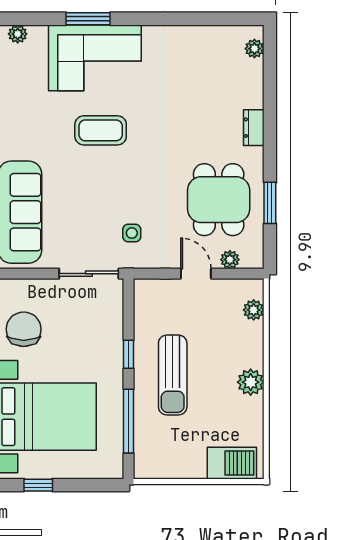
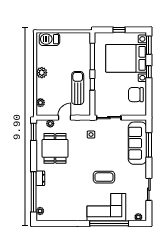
window: (88, 19) -> (109, 223), width x2.11
window: (270, 95) -> (34, 192), added
window: (270, 203) -> (34, 132), moved
door: (196, 274) -> (64, 118), swing flipped
chair: (24, 329) -> (136, 95), turned 90
sun lounger: (173, 375) -> (78, 88), moved
window: (38, 485) -> (119, 30), moved

